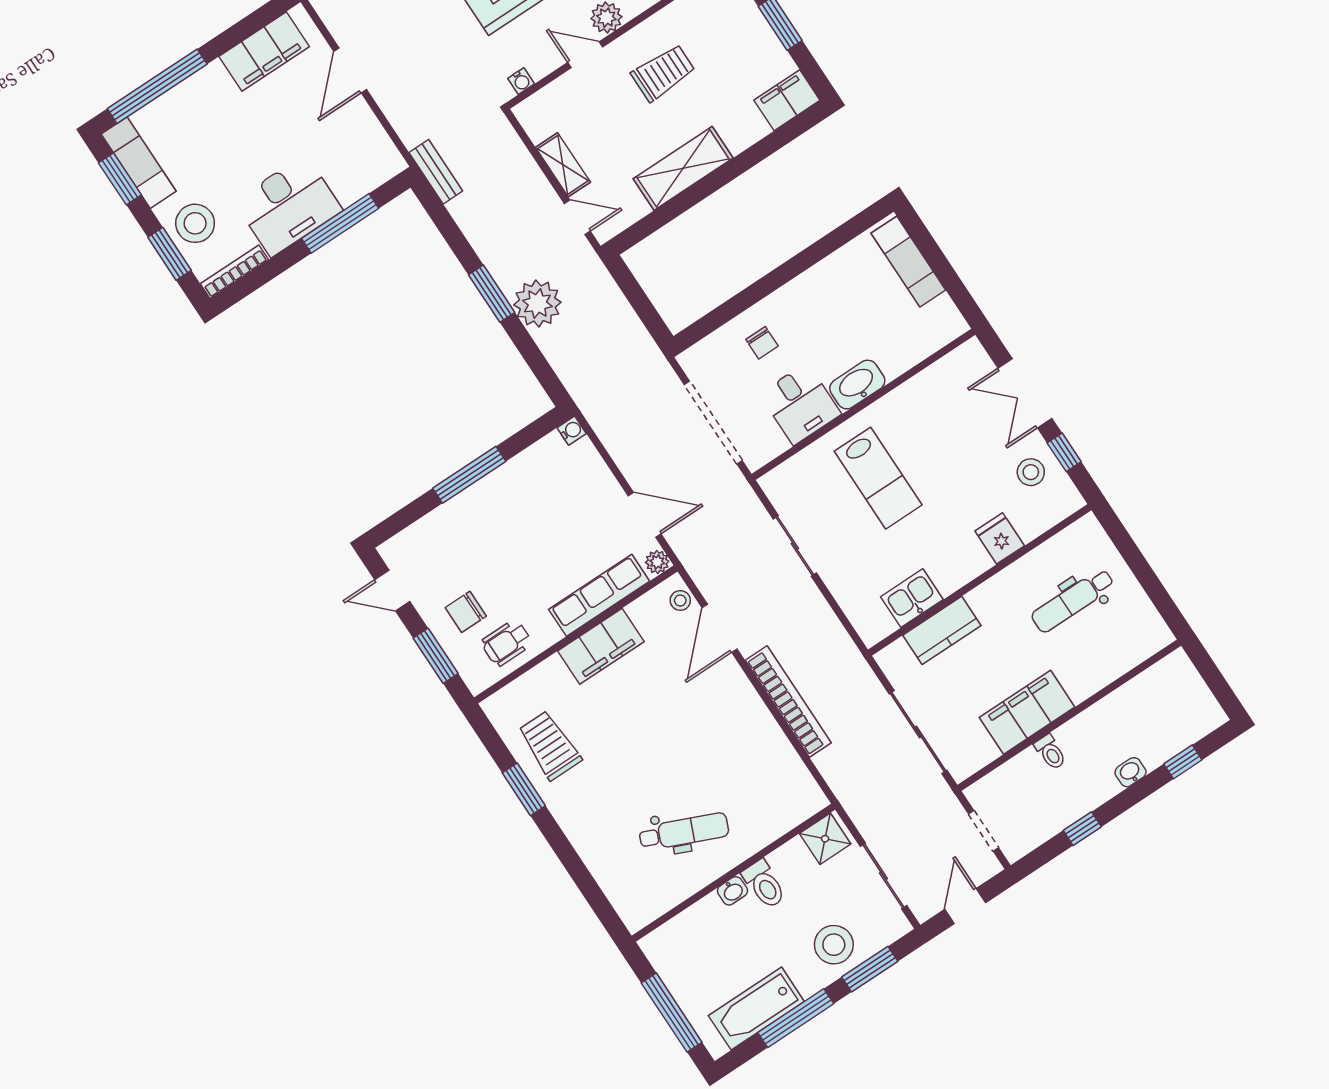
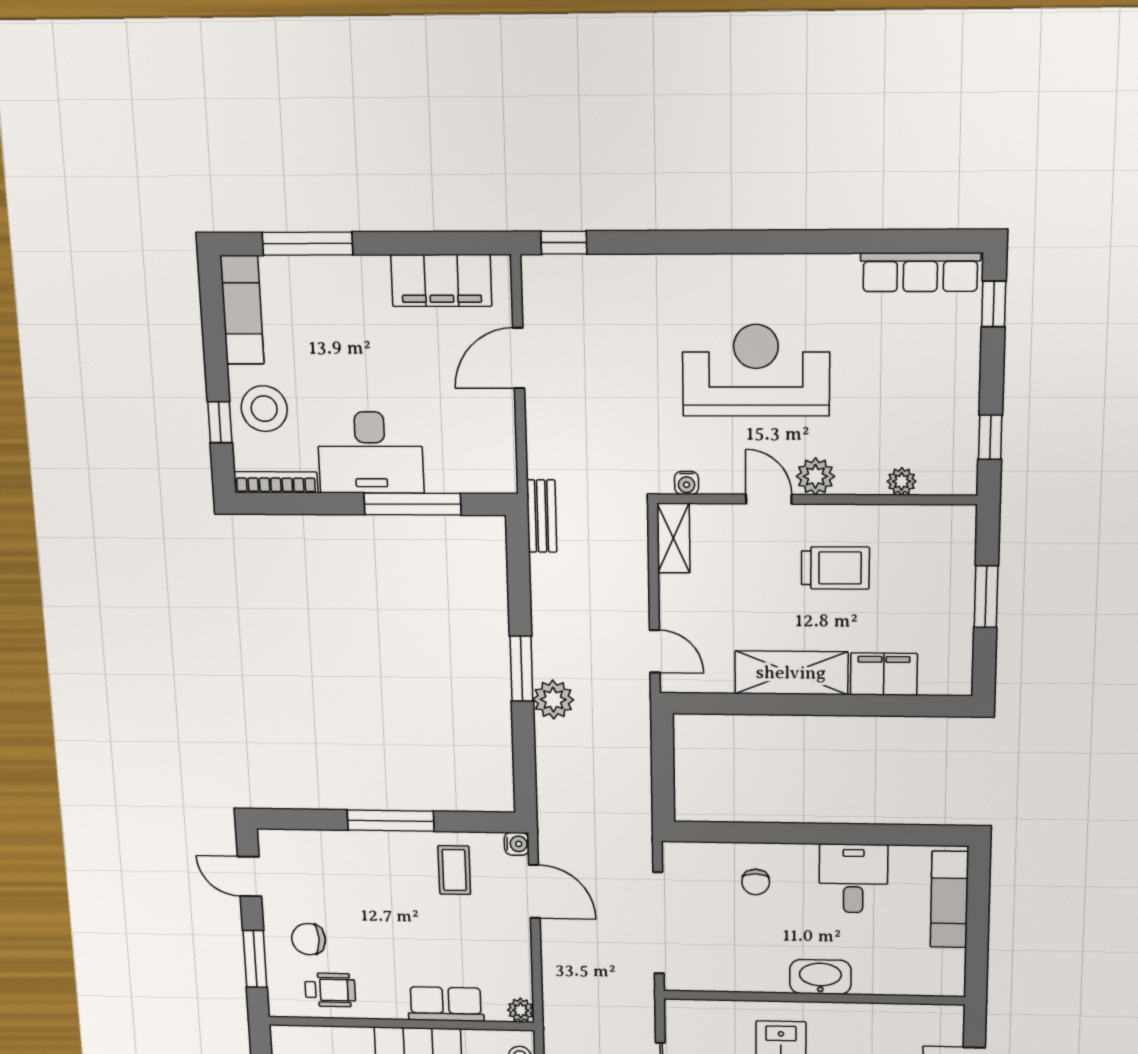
window: (157, 86) -> (308, 244), width x0.68
filing cabinet: (787, 100) -> (884, 674), moved
shelving: (563, 165) -> (673, 538), moved
window: (120, 179) -> (213, 314), removed
window: (170, 254) -> (220, 422), width x0.67
plant: (537, 303) -> (553, 700), width x0.73, depth x0.73
desk: (800, 404) -> (853, 878), moved, turned 180
coffee table: (539, 482) -> (454, 870), added
door: (645, 515) -> (534, 891), moved
row of seats: (599, 595) -> (446, 1004), width x0.68
wheelchair: (506, 643) -> (330, 990), turned 180

